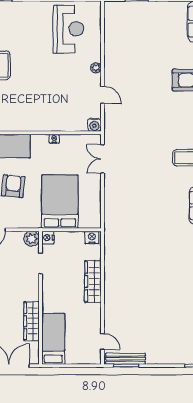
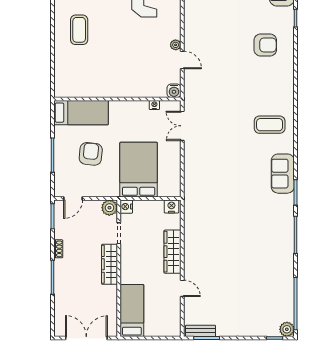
plant: (96, 68) -> (176, 45), moved
nightstand: (54, 139) -> (154, 105), moved
wardrobe: (32, 321) -> (110, 264), moved
door: (102, 341) -> (182, 288), moved
bench: (126, 359) -> (201, 331), width x0.73

